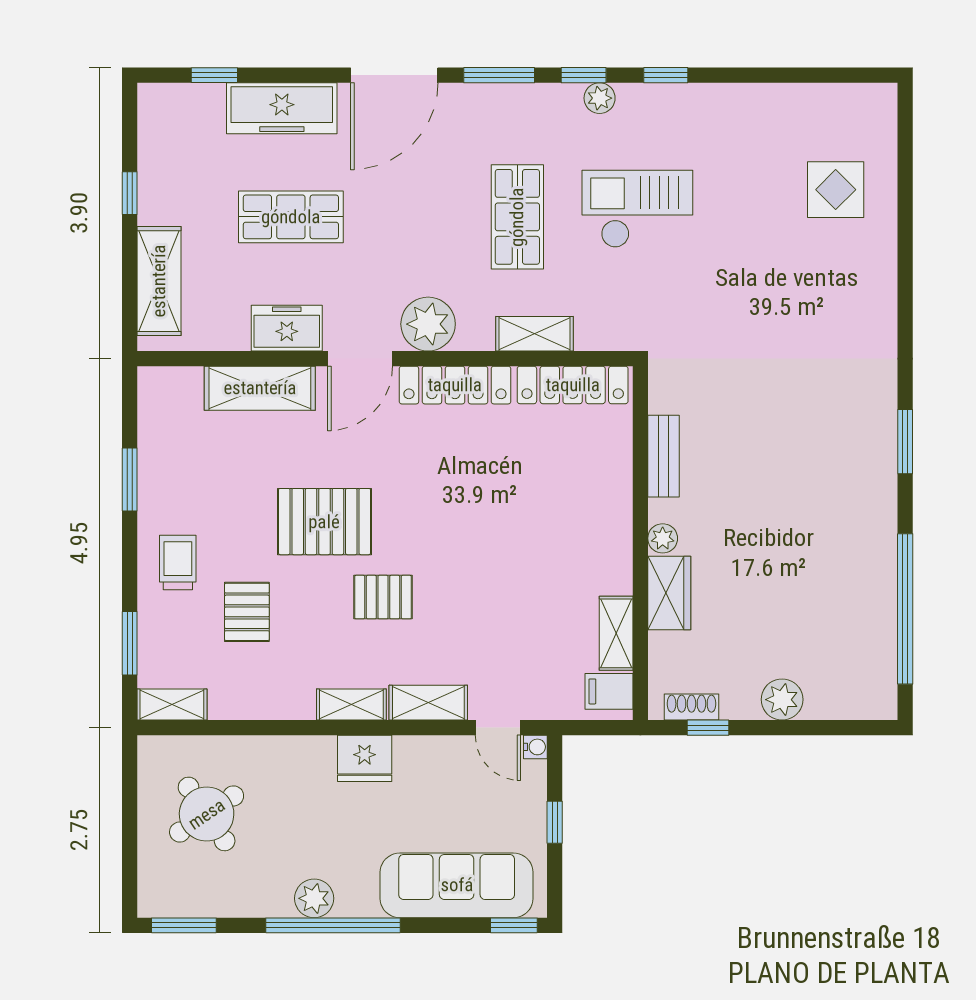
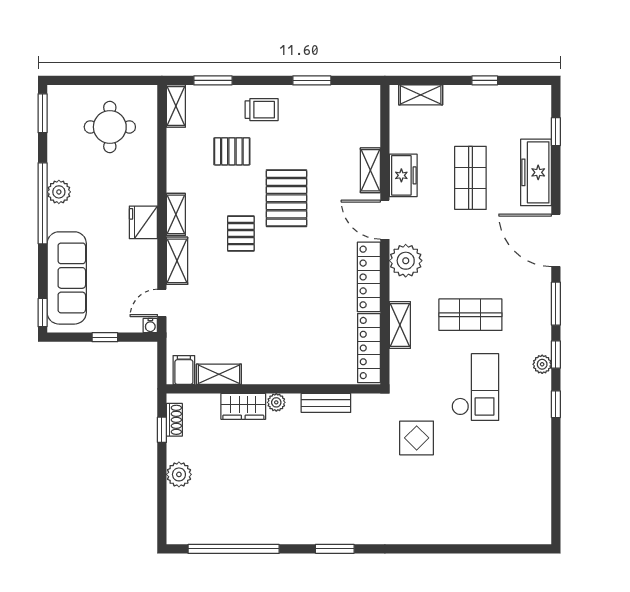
display table: (836, 190) -> (417, 438), moved
shelving: (159, 281) -> (421, 95), width x0.67, depth x0.75
shelving: (260, 388) -> (370, 170), width x0.67, depth x0.75
round table: (207, 814) -> (110, 127), turned 34

